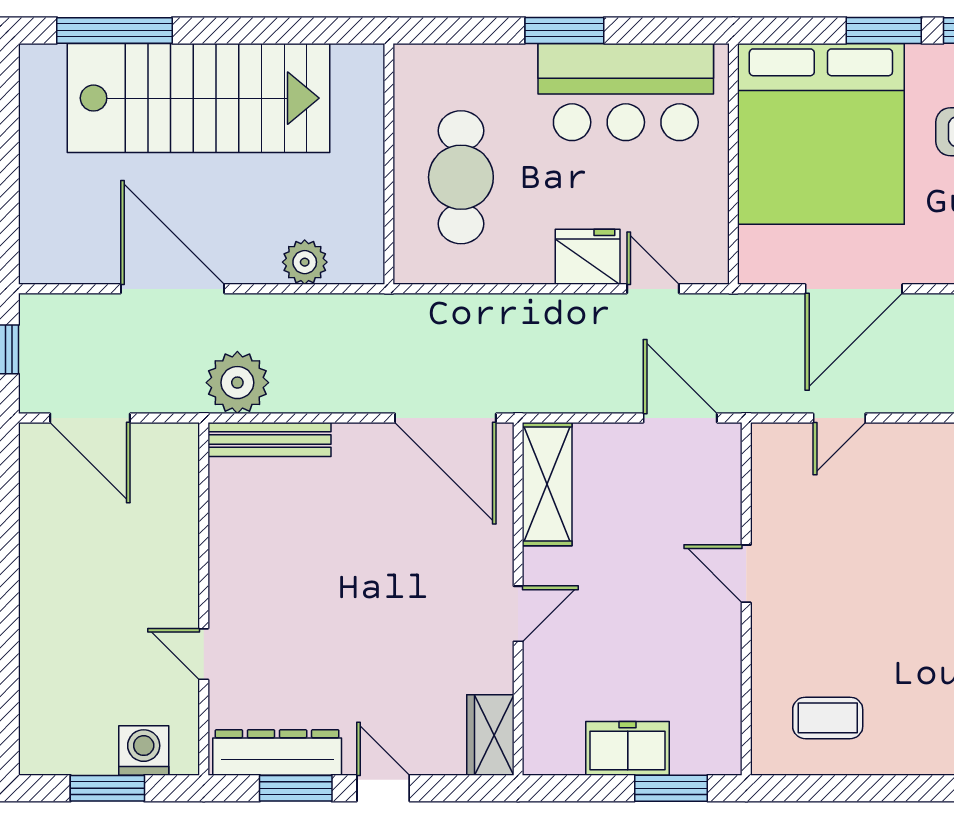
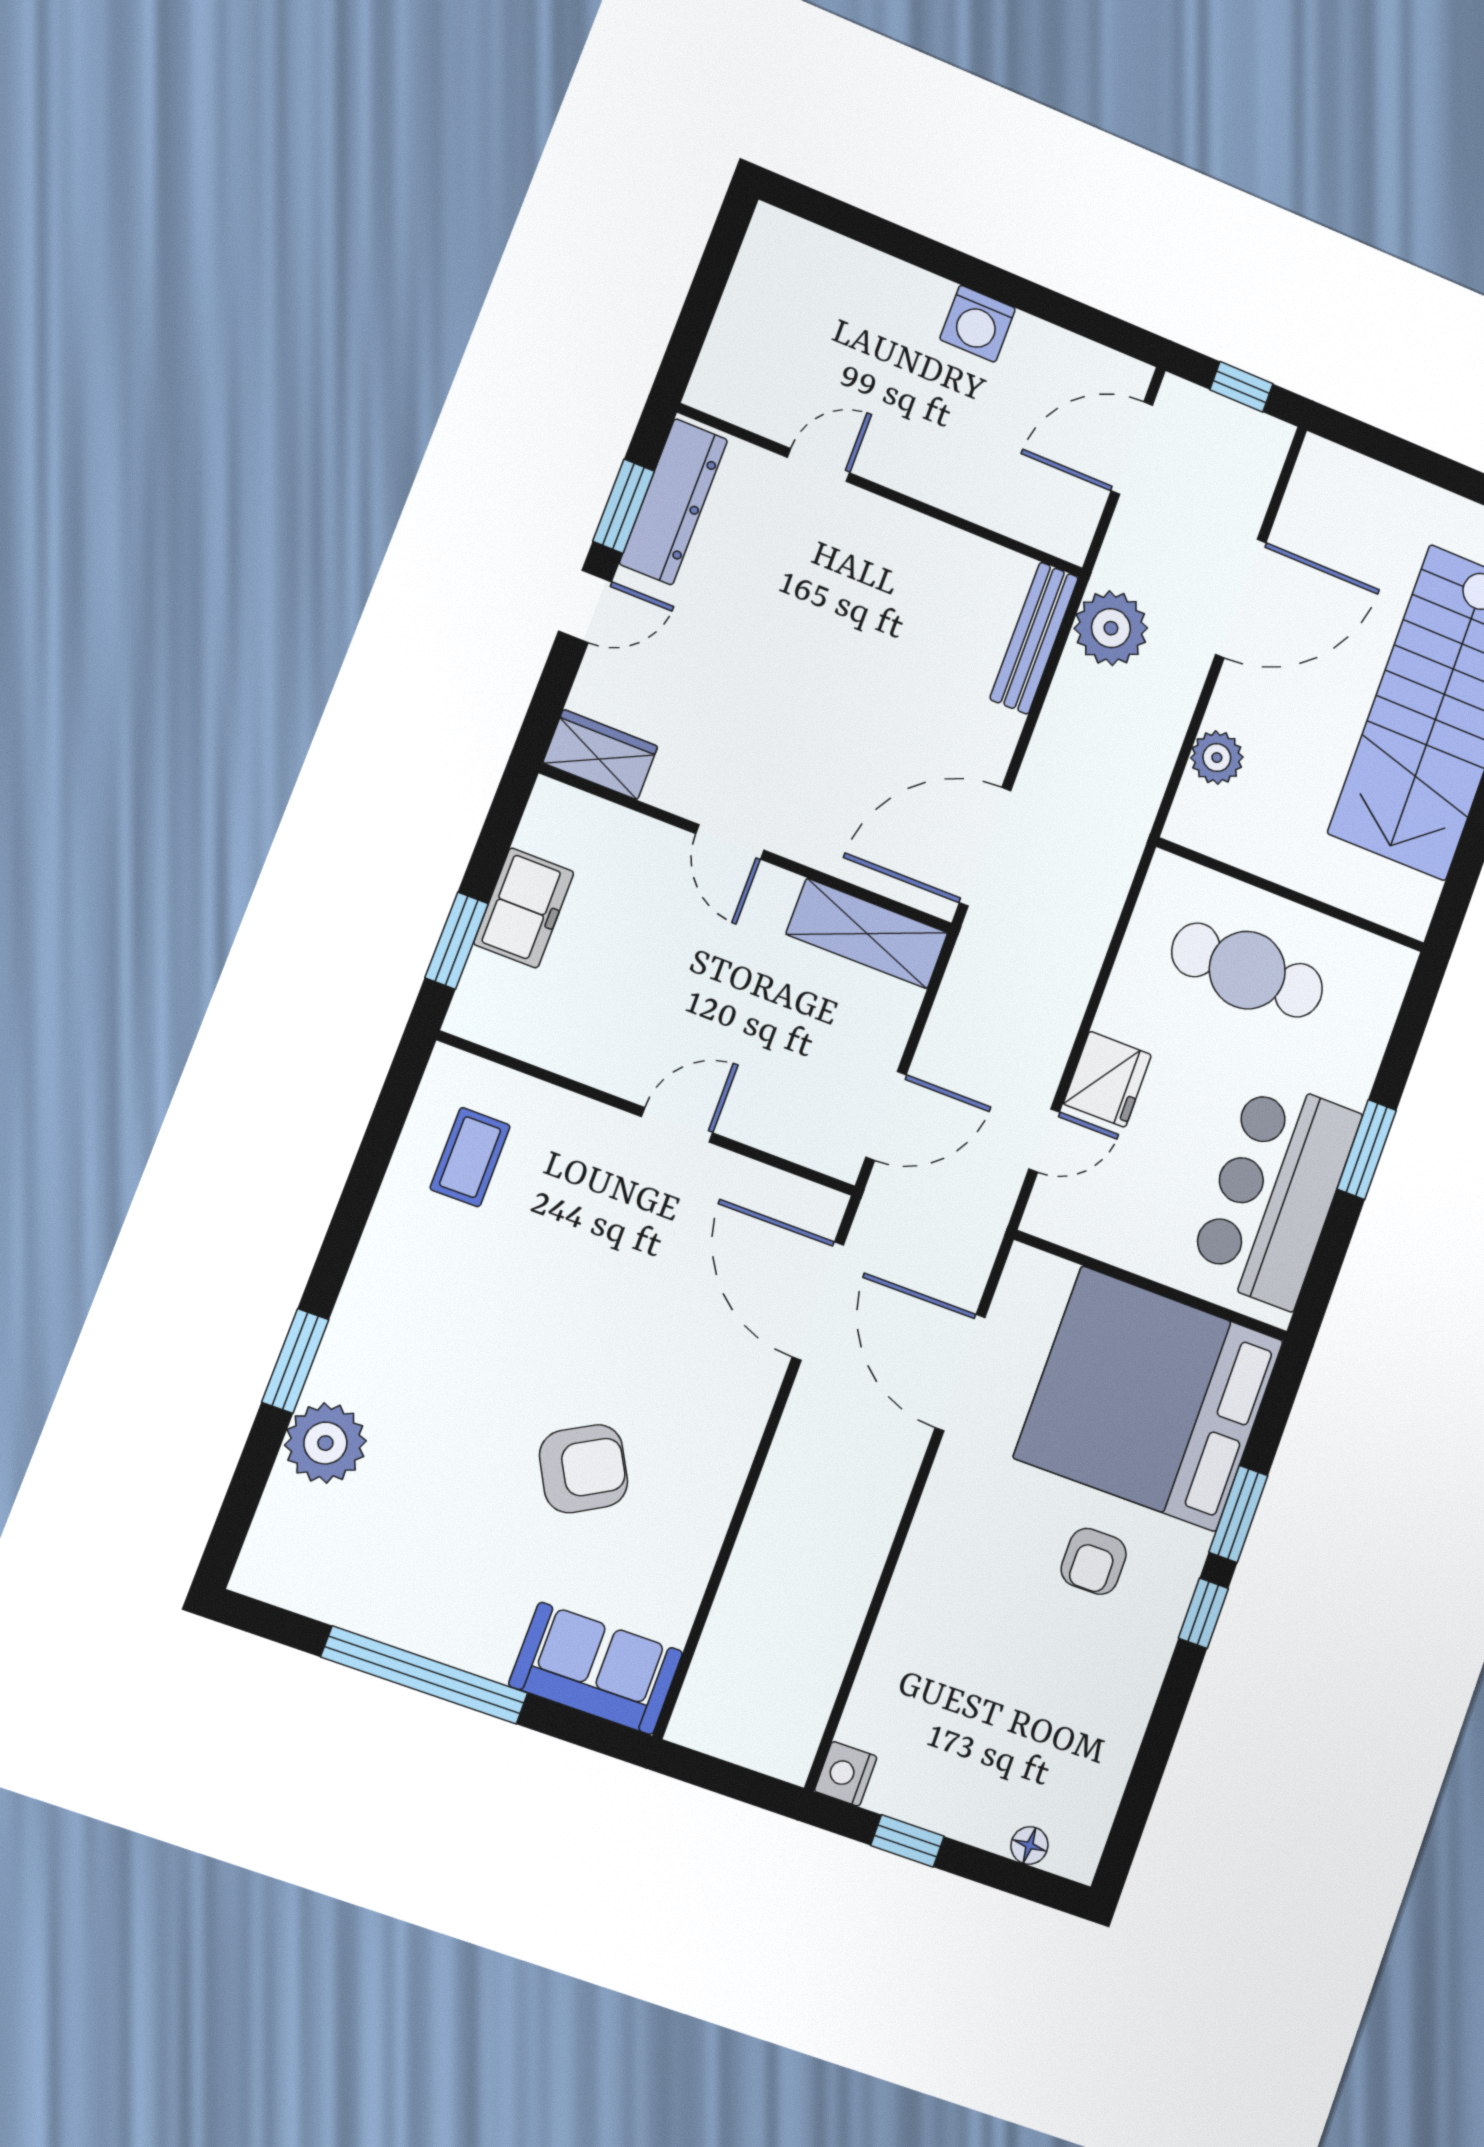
door: (839, 418) -> (818, 1301), width x1.88
washing machine: (144, 751) -> (978, 324), moved, turned 90
window: (107, 788) -> (706, 293), removed

